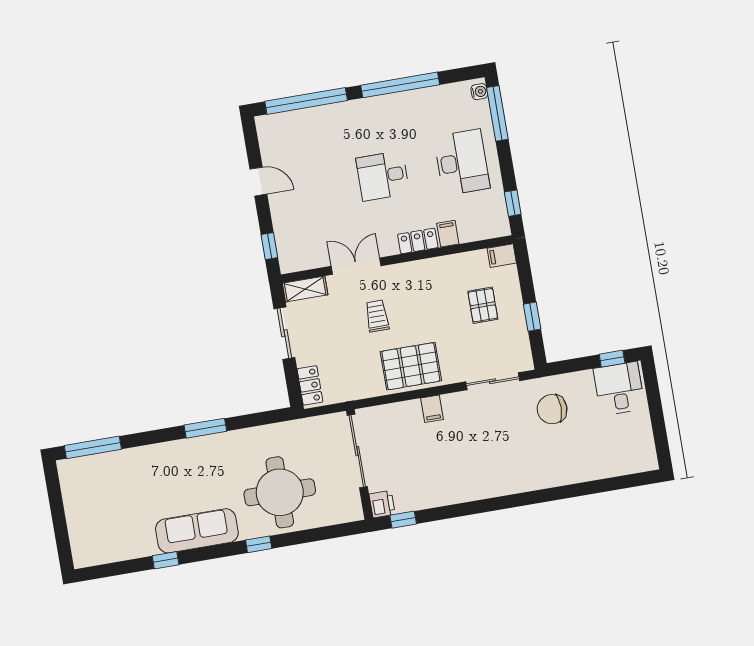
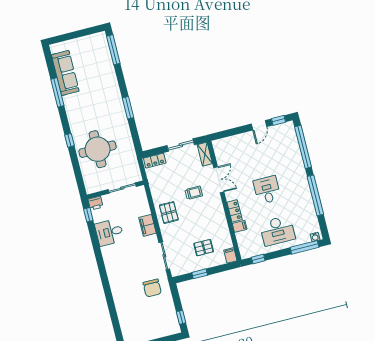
window: (269, 246) -> (279, 120), moved
pallet: (411, 366) -> (169, 213), width x0.67, depth x0.71
desk: (619, 389) -> (109, 232), moved, turned 180
filing cabinet: (432, 409) -> (147, 225), width x2.00
chair: (552, 409) -> (152, 288), turned 180
sliding door: (357, 451) -> (122, 188), width x0.73
sofa: (197, 531) -> (65, 73), moved
window: (166, 560) -> (57, 92), width x2.17

